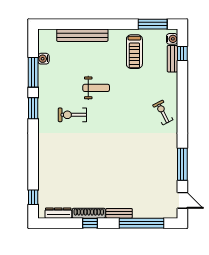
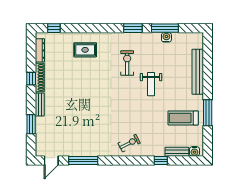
window: (153, 24) -> (208, 113), moved
window: (182, 54) -> (161, 160), moved
water cooler: (43, 59) -> (166, 37), moved
rug: (58, 162) -> (85, 50), added
window: (142, 223) -> (31, 124), width x0.47

